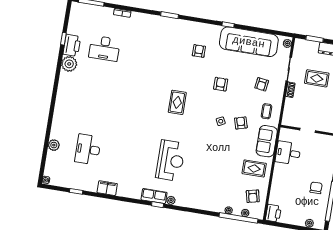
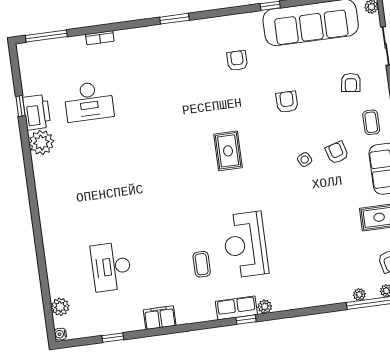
plant: (54, 145) -> (60, 307), moved
reception desk: (171, 161) -> (245, 245), turned 180
coffee table: (141, 164) -> (202, 264), added

